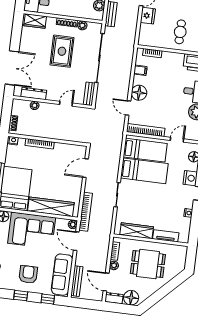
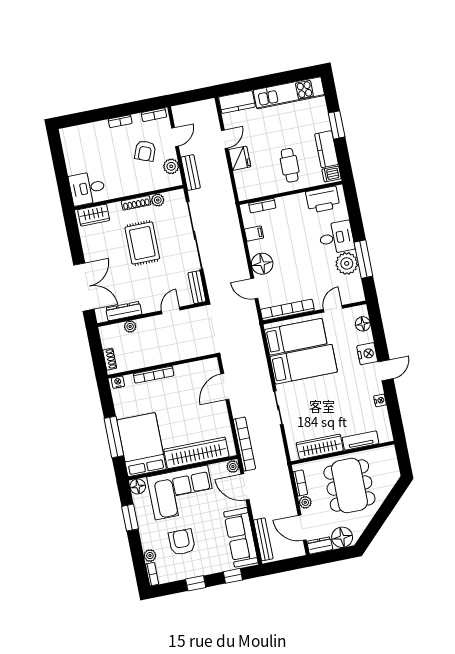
dining table: (148, 264) -> (349, 485), width x1.38
armchair: (28, 274) -> (182, 542), moved

